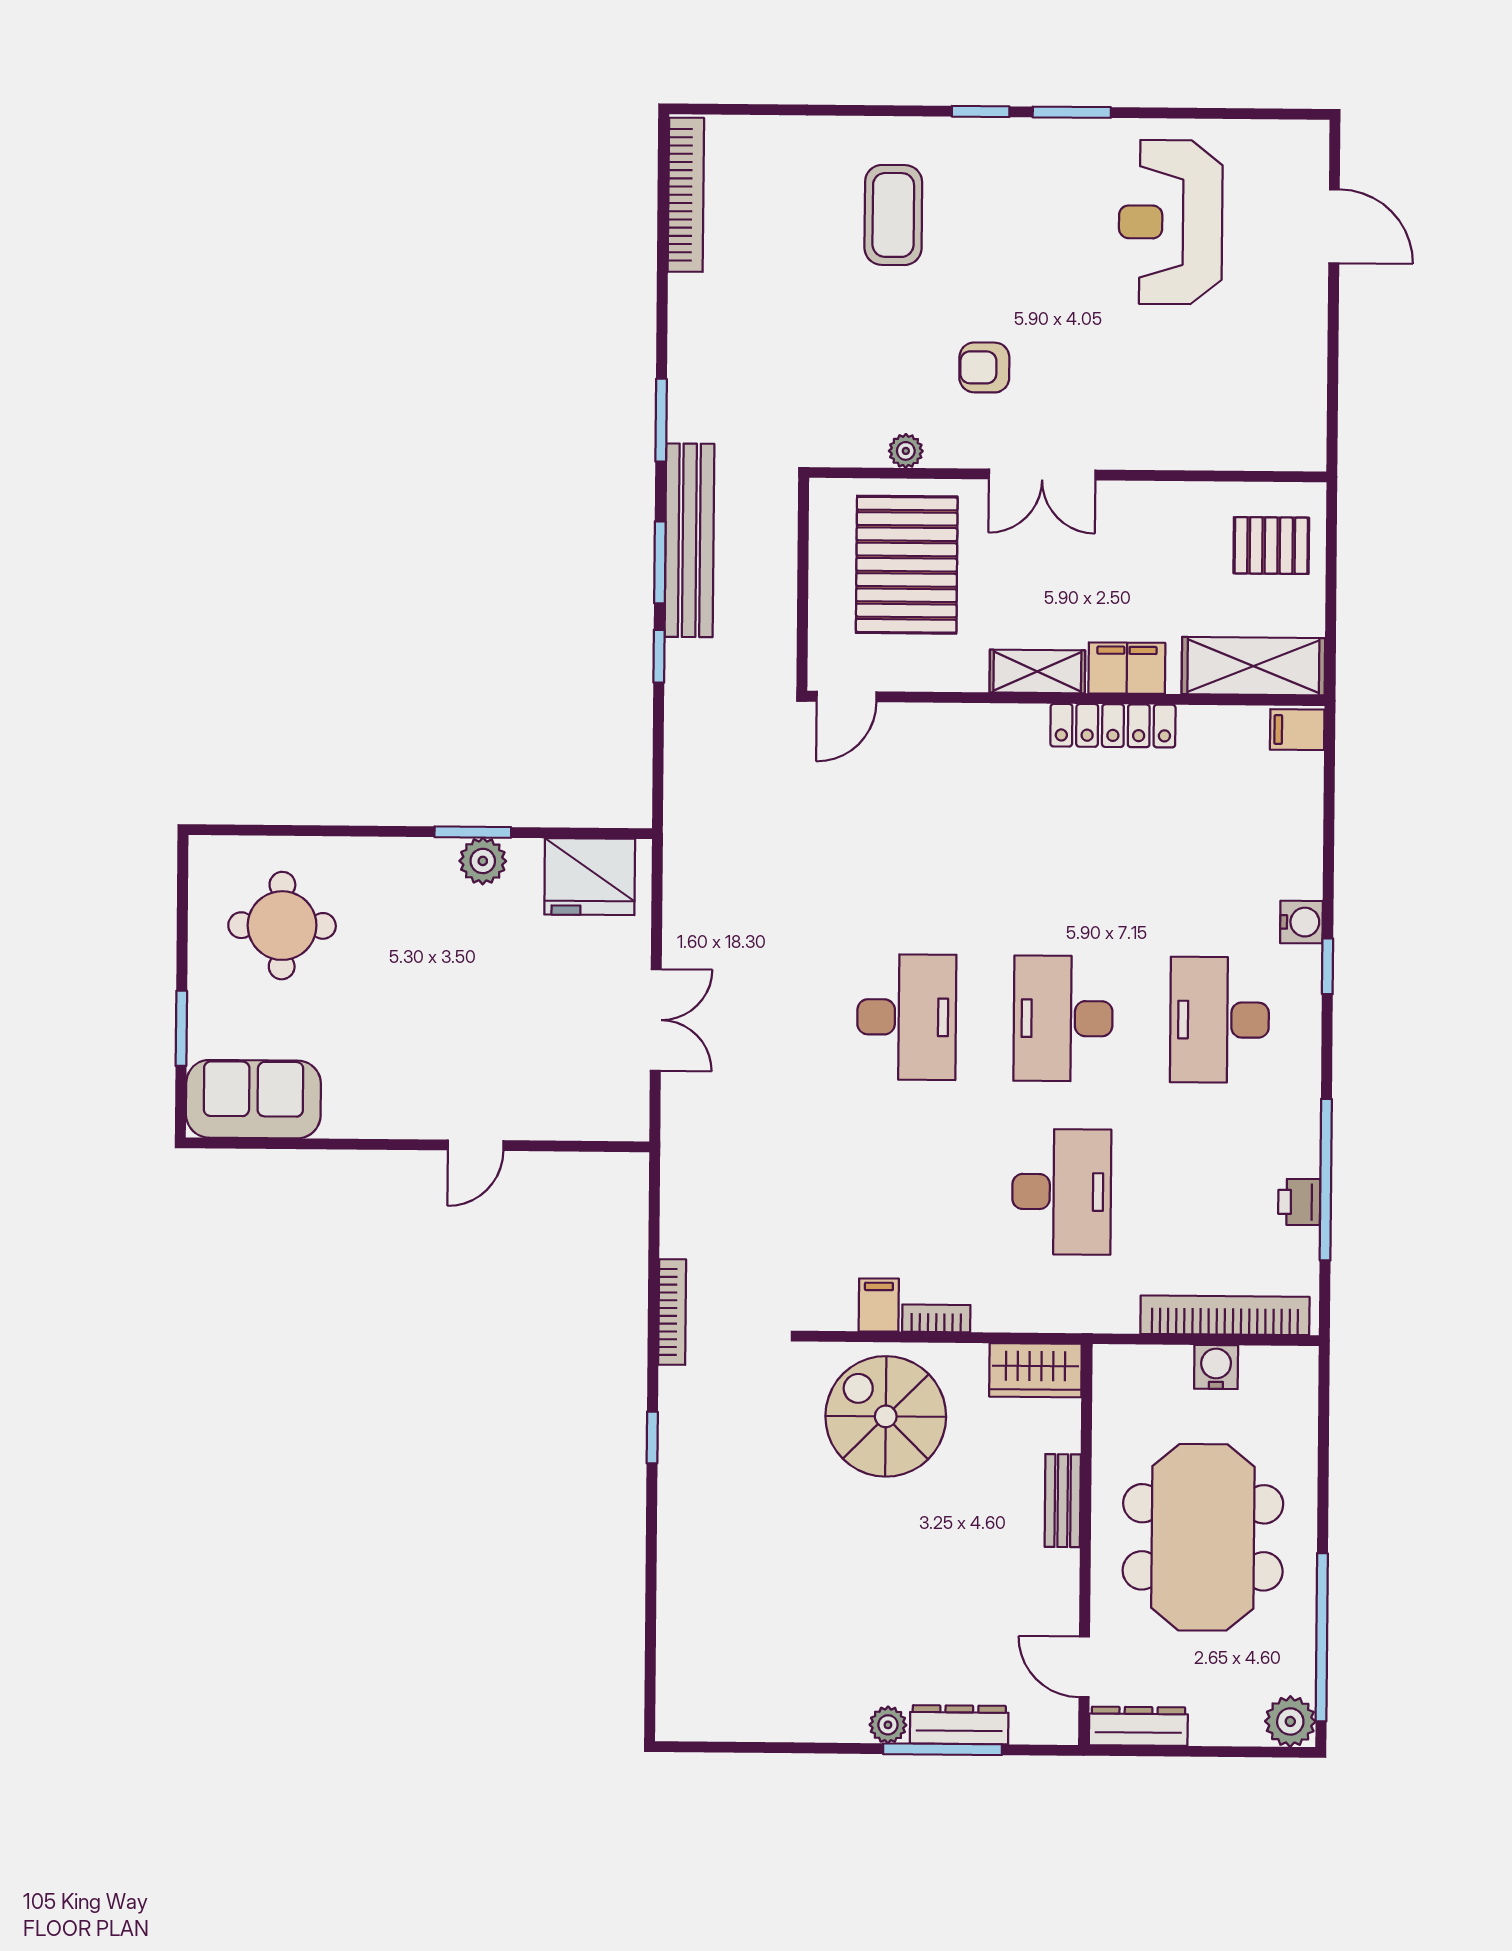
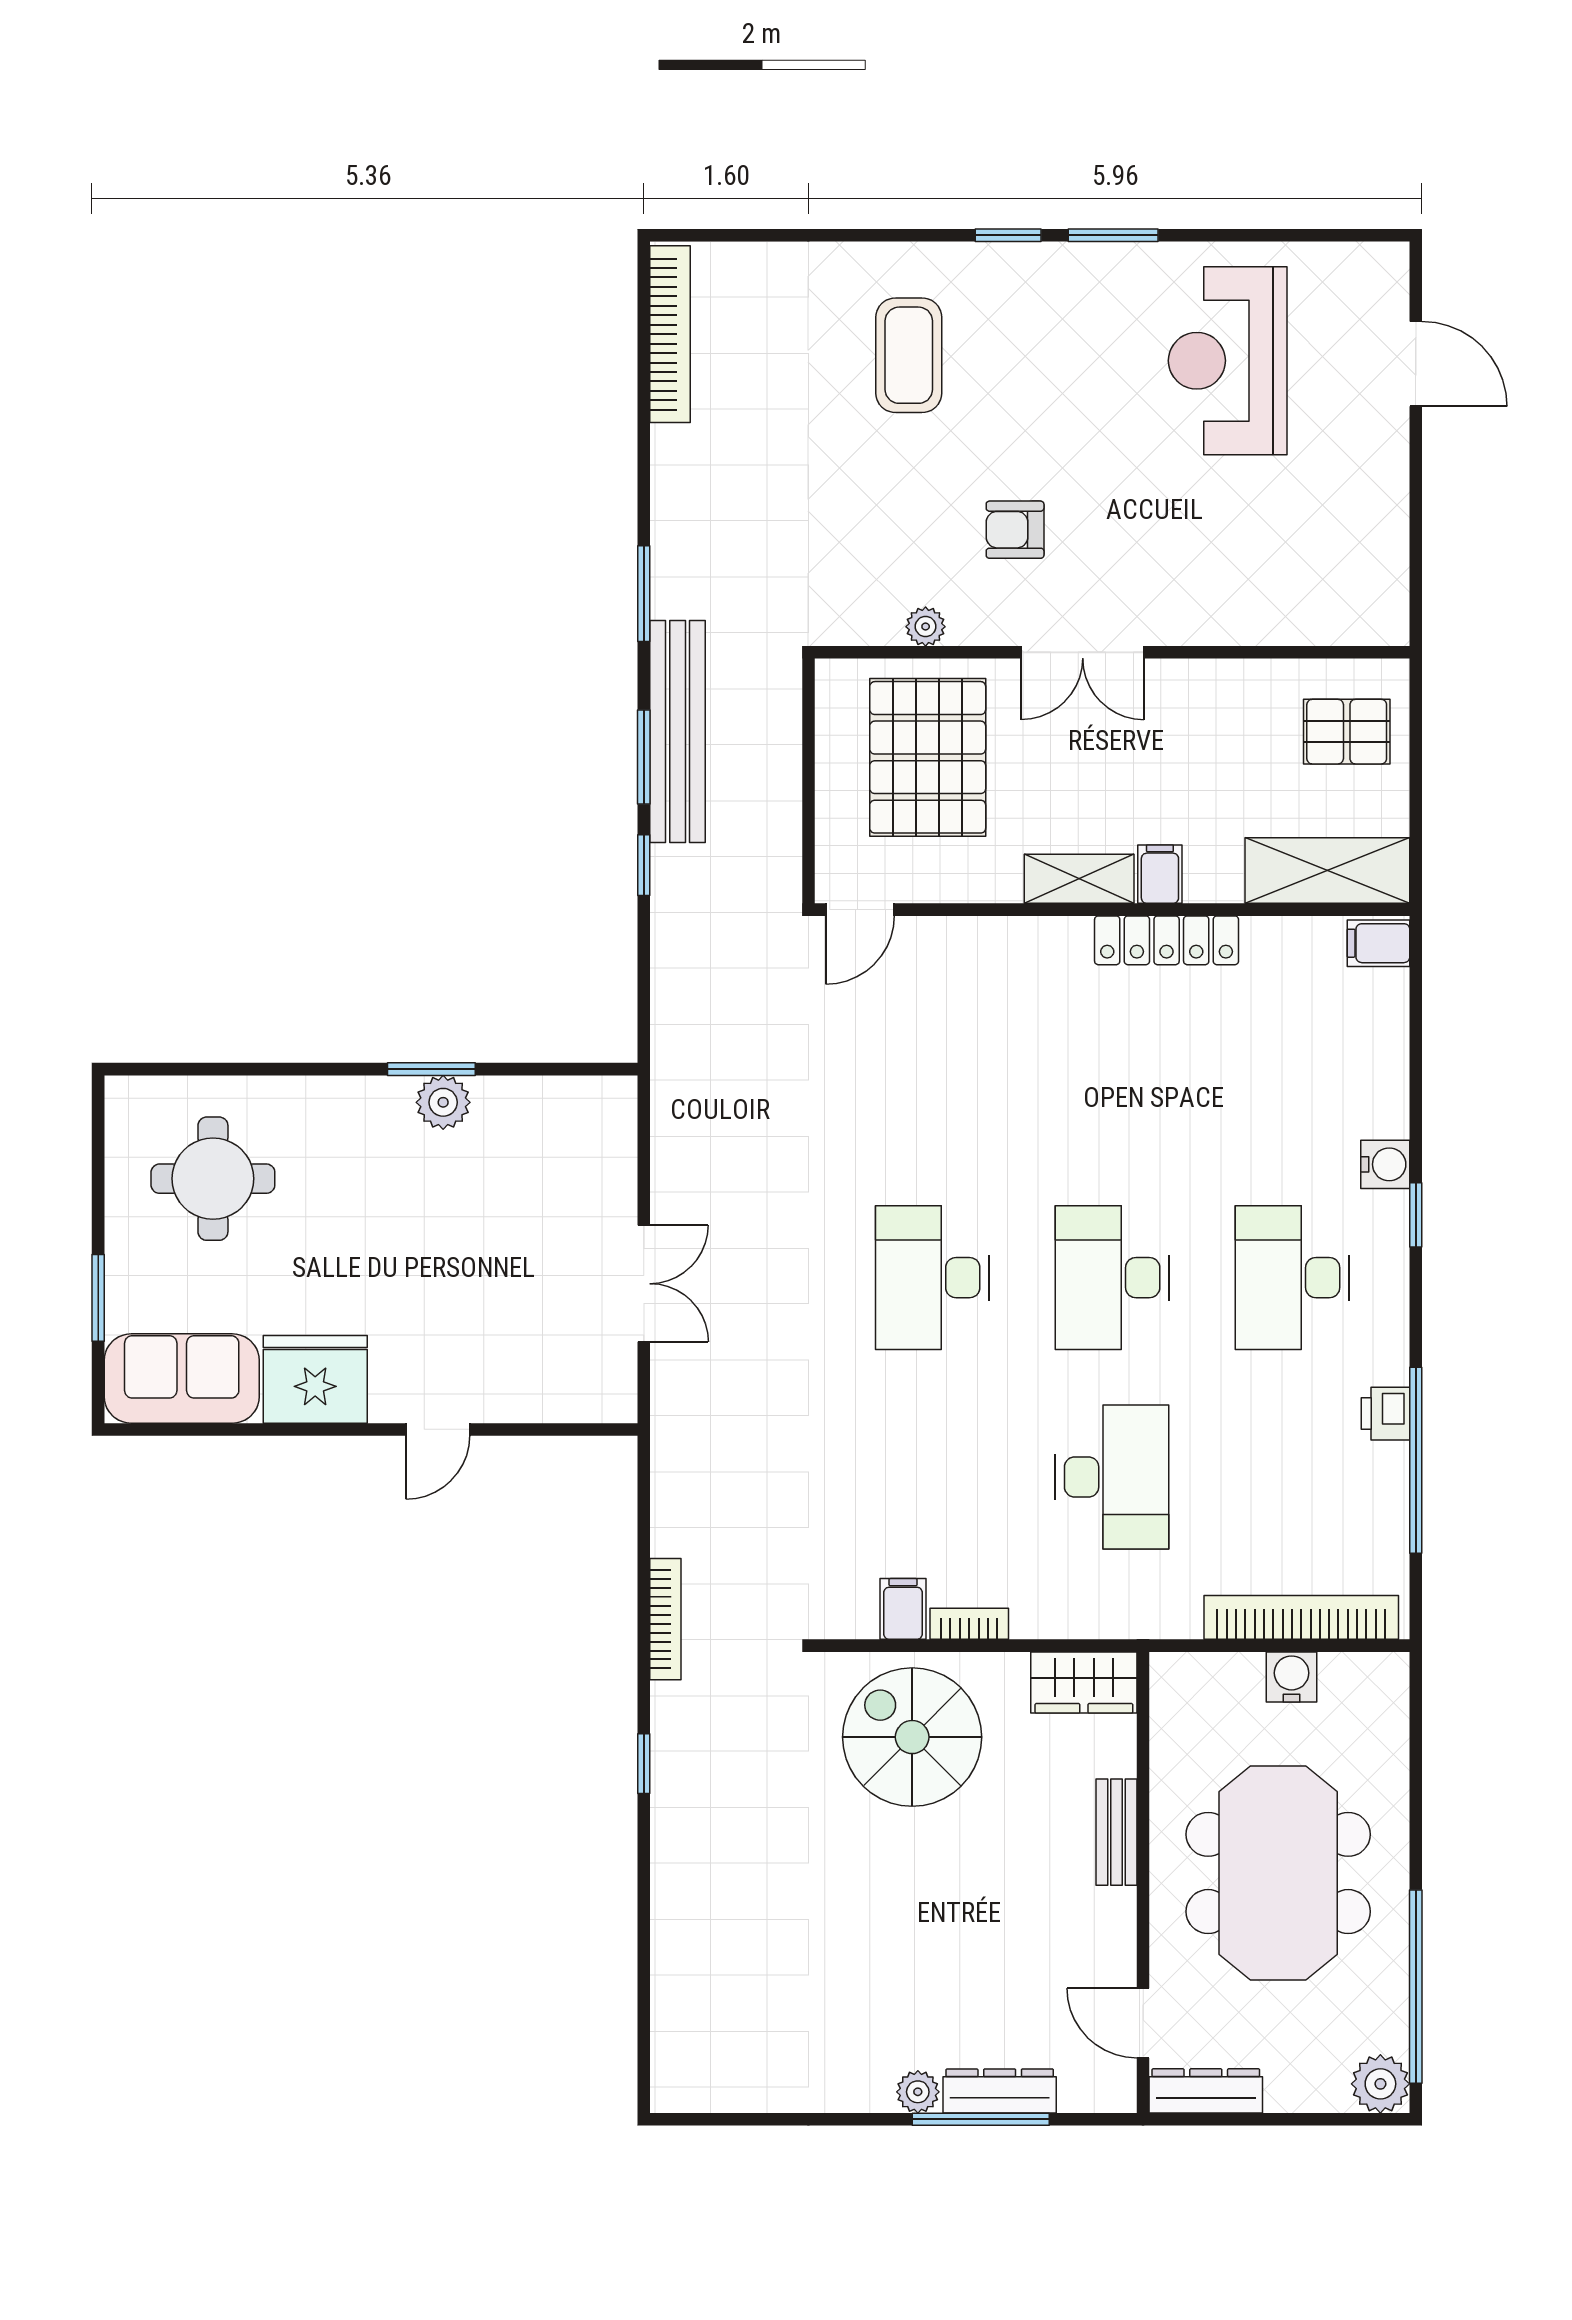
filing cabinet: (1127, 668) -> (1160, 874), width x0.50
fridge: (590, 877) -> (315, 1379), moved, turned 180
desk: (907, 1017) -> (932, 1278), turned 180
printer: (1299, 1202) -> (1386, 1414), moved

